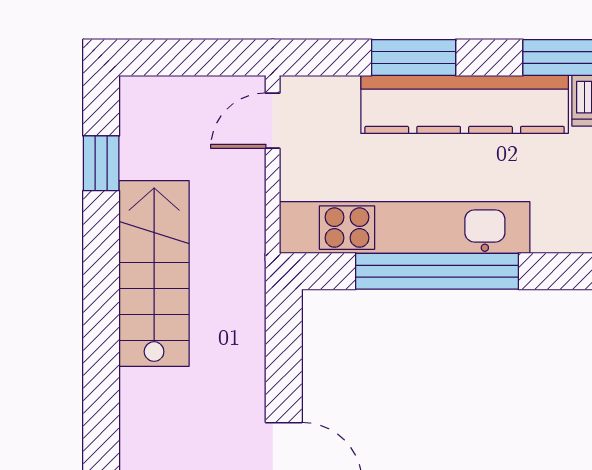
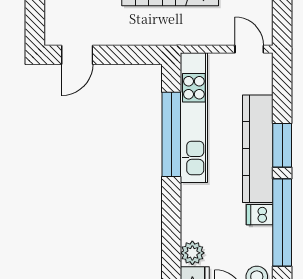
window: (414, 57) -> (282, 145), moved

